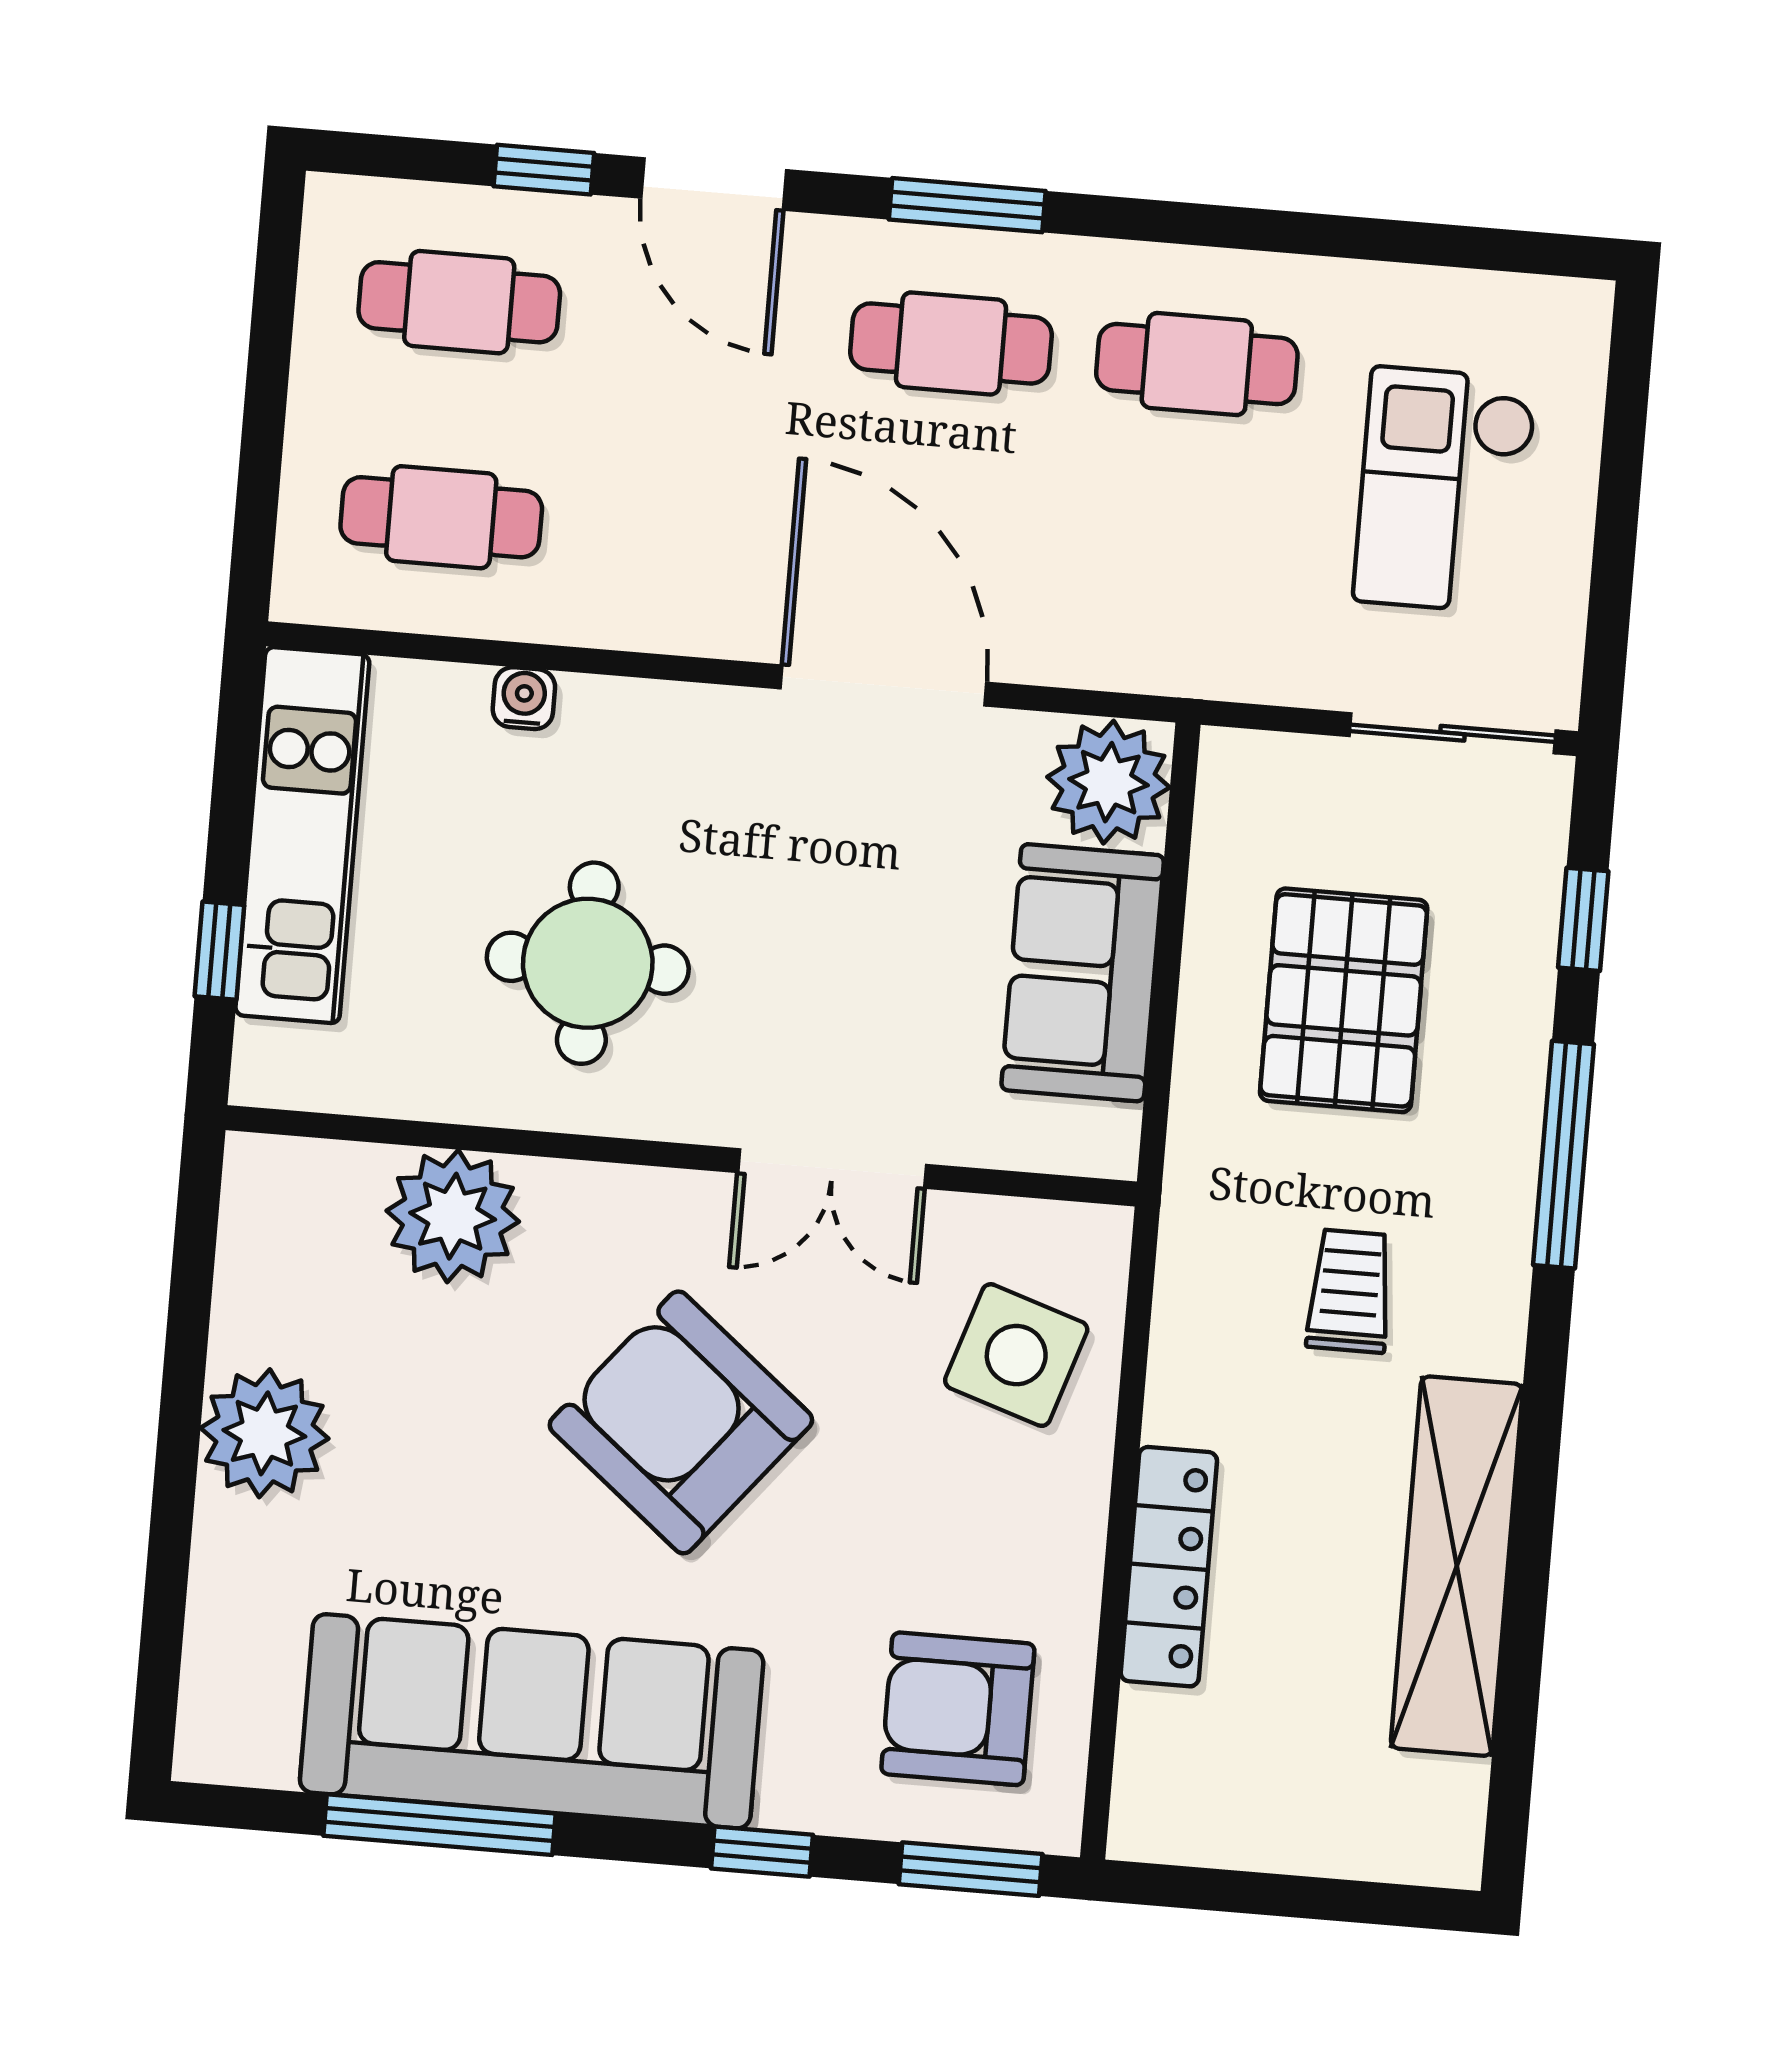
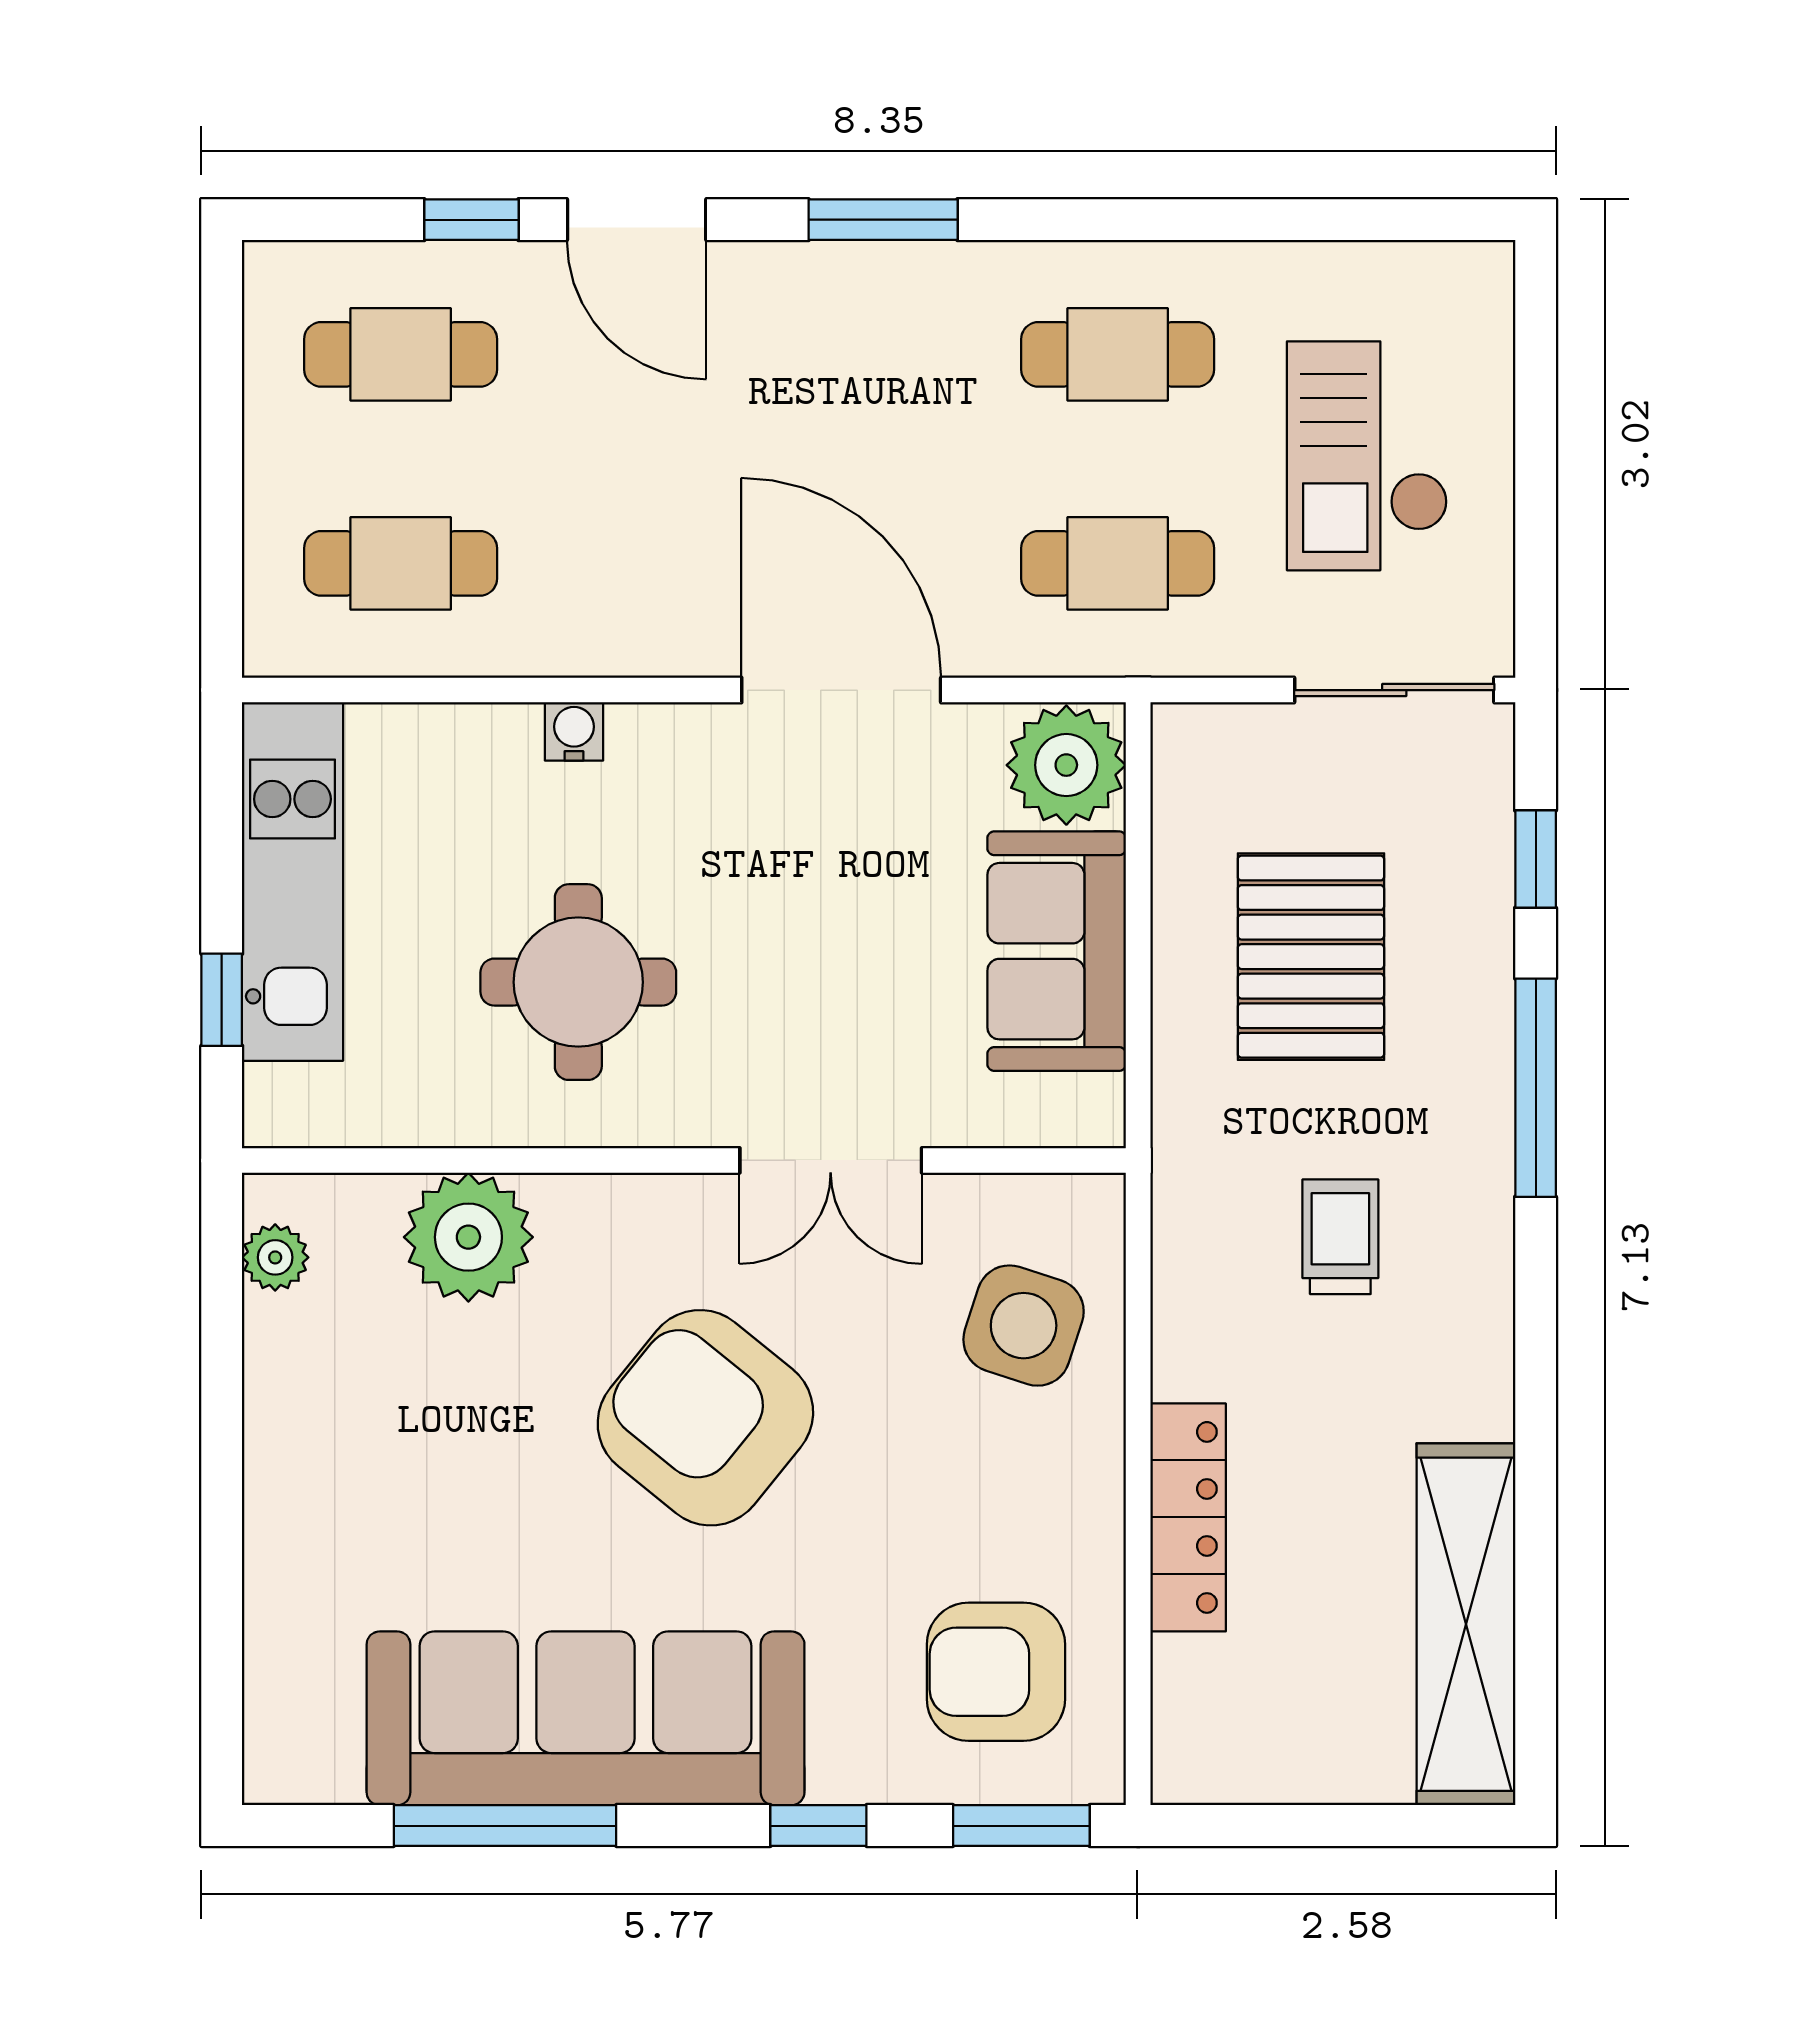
cafe table: (951, 343) -> (1118, 563), moved
water cooler: (524, 698) -> (574, 731), moved
plant: (264, 1433) -> (275, 1257), moved, width x0.53, depth x0.53
shelving: (1457, 1566) -> (1466, 1624), moved

